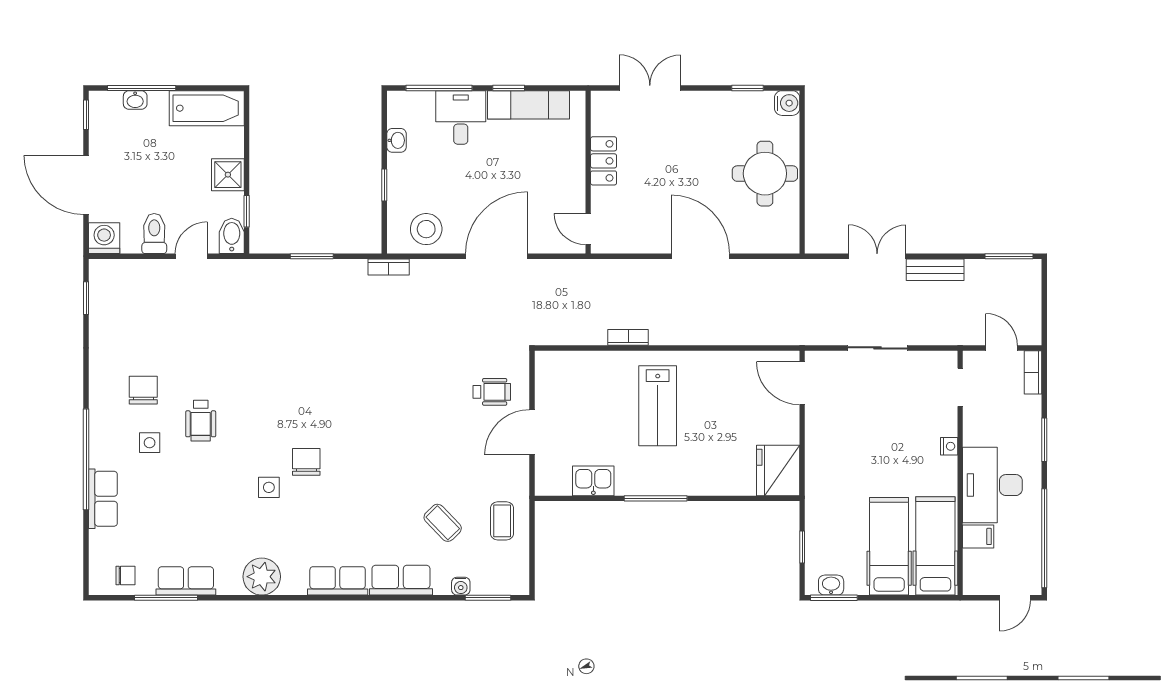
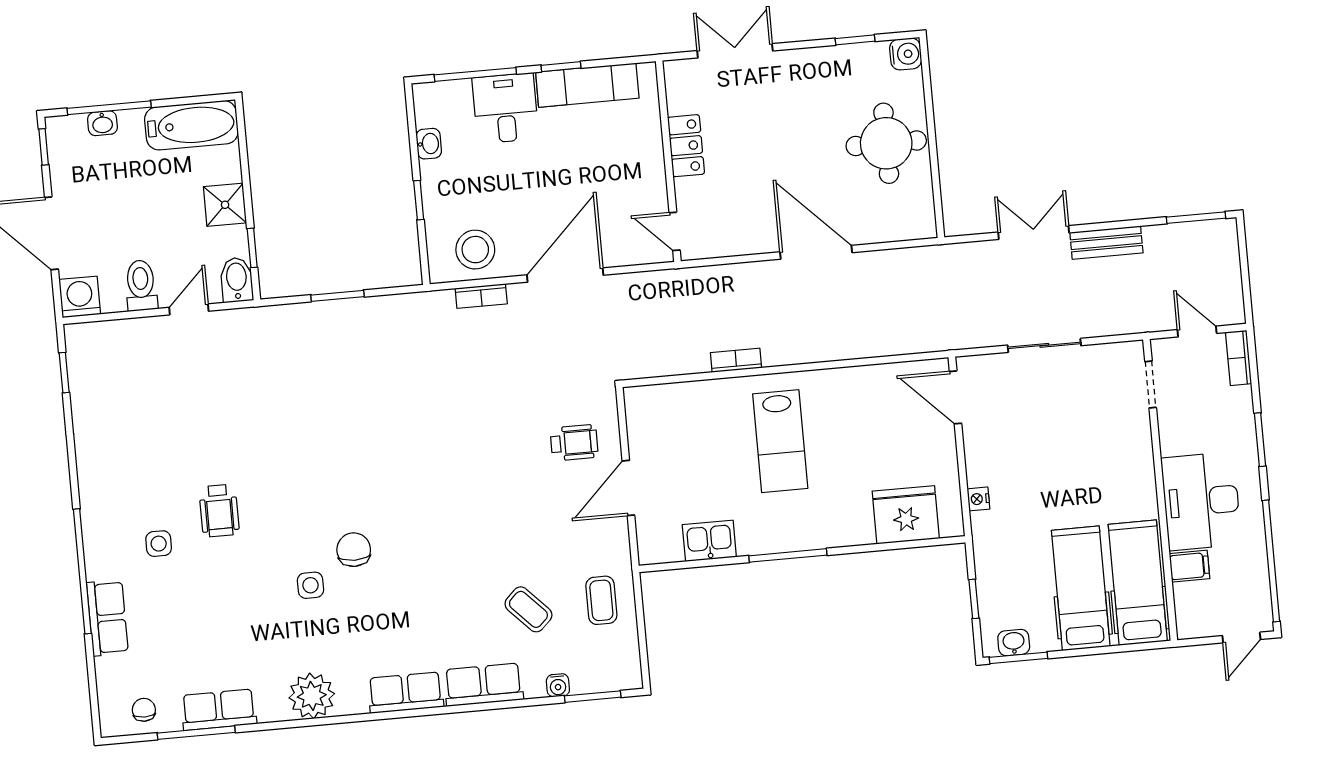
bookcase: (389, 267) -> (481, 296), moved
chair: (143, 390) -> (145, 480), removed
nightstand: (949, 446) -> (978, 499), moved, turned 180
fridge: (778, 470) -> (906, 515), moved, turned 90
chair: (125, 575) -> (144, 710), turned -90

